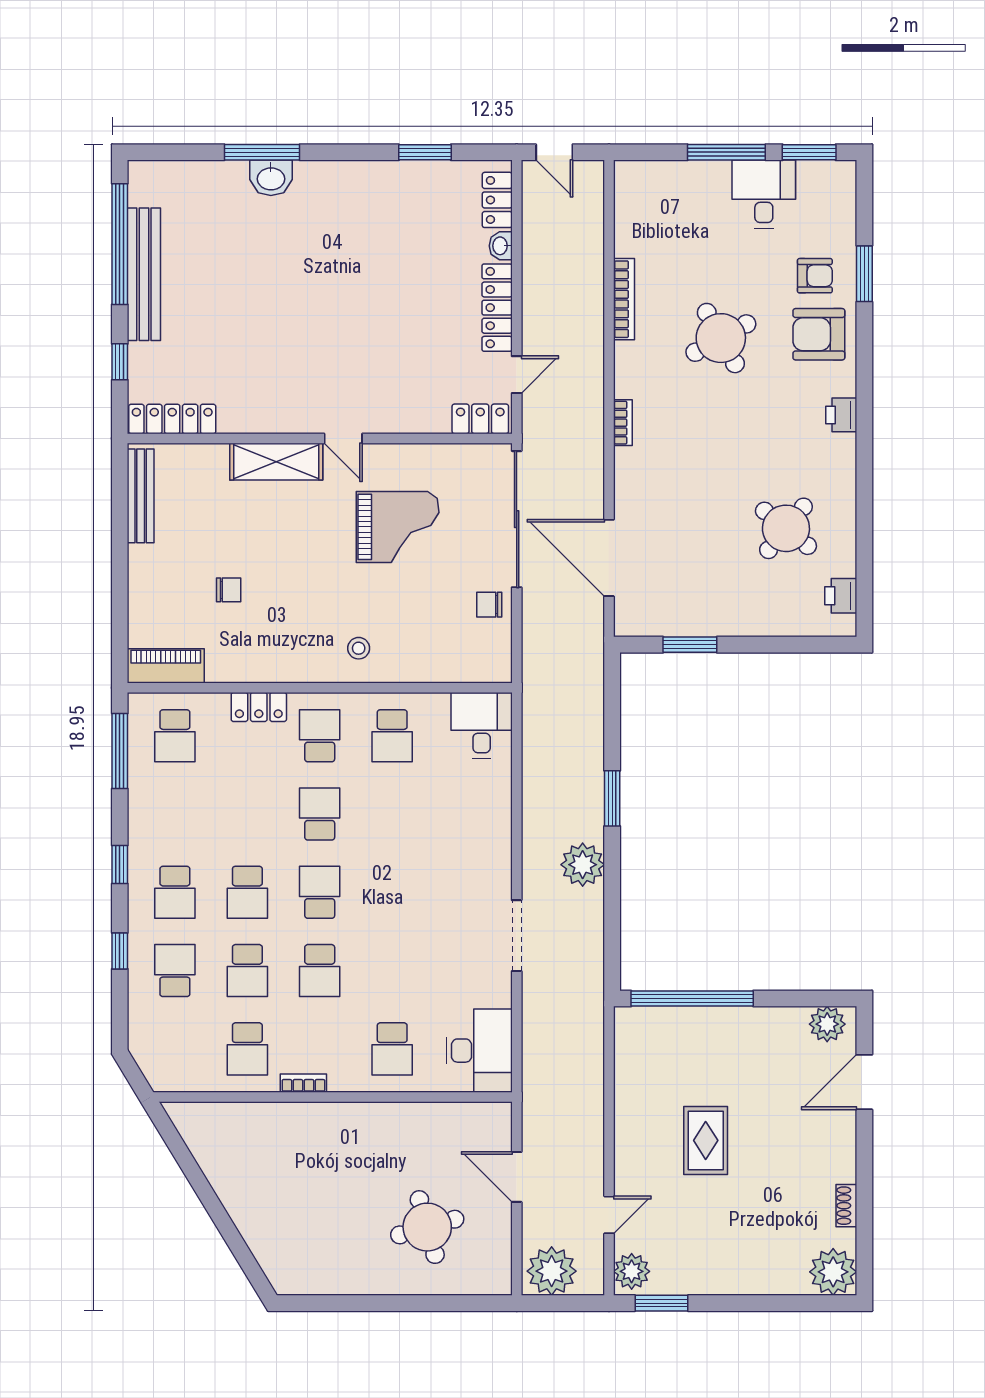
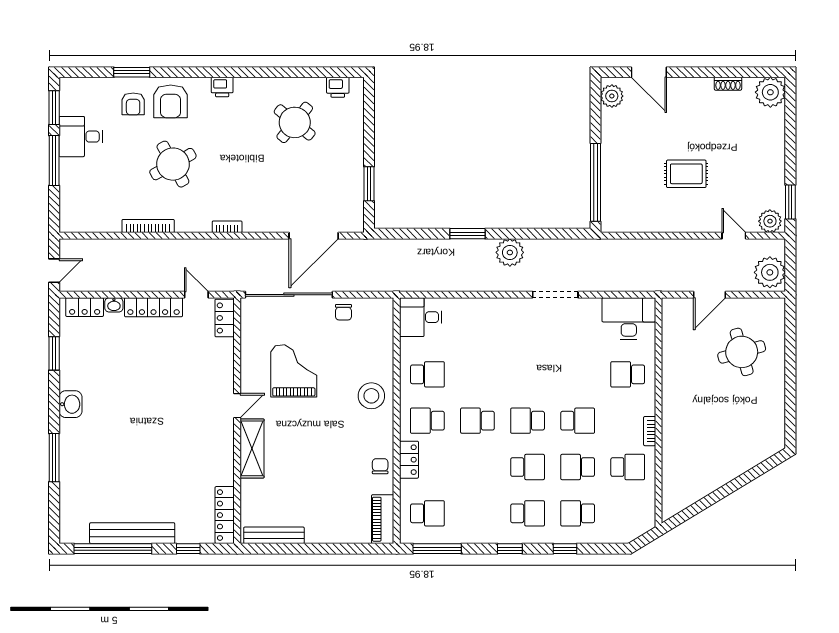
washbasin: (271, 178) -> (70, 404), moved
armchair: (815, 276) -> (133, 104), turned 180
chair: (229, 590) -> (380, 466), moved
stool: (359, 648) -> (371, 396), width x1.89, depth x1.89
school desk: (247, 971) -> (578, 467), turned 180
school desk: (392, 1049) -> (628, 374), turned 180

